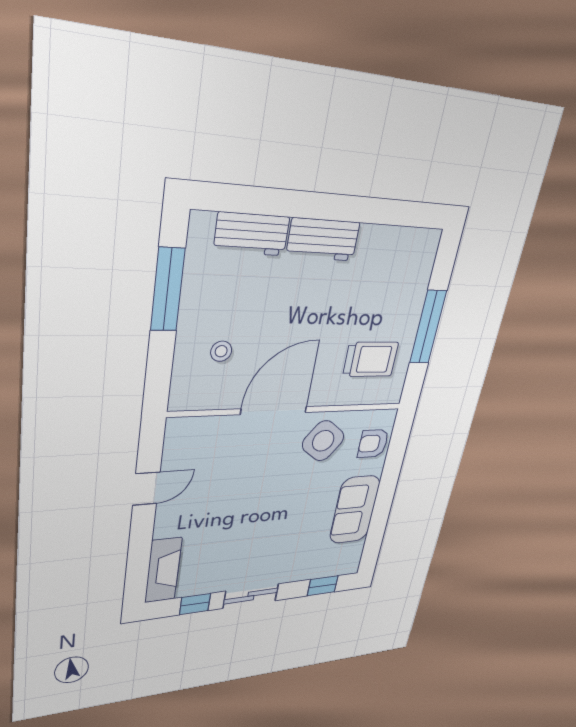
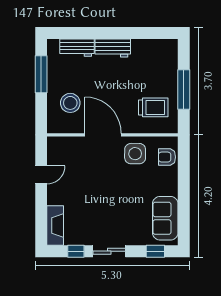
stool: (221, 351) -> (70, 103), width x1.89, depth x1.89
door: (274, 411) -> (103, 135), hinge flipped
side table: (323, 441) -> (135, 154), turned -36
sofa: (355, 510) -> (165, 218), moved

